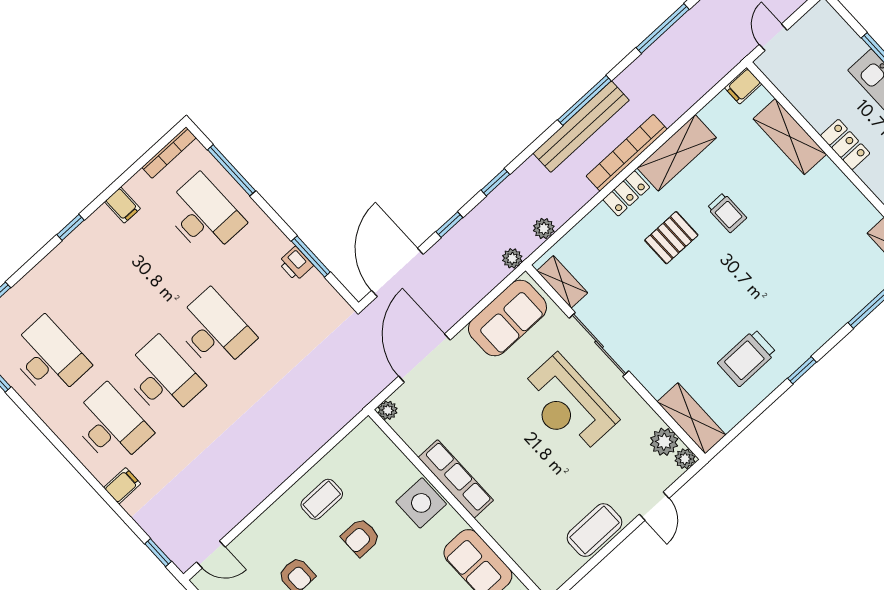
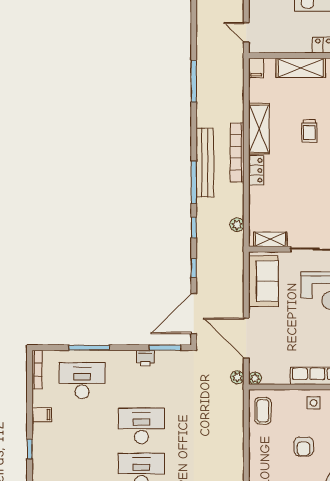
window: (584, 100) -> (194, 182), moved
window: (232, 170) -> (89, 348), moved
trolley: (727, 213) -> (309, 131), turned 90
pallet: (671, 238) -> (297, 168), removed
window: (311, 256) -> (165, 348), moved
plant: (512, 258) -> (237, 377), moved
door: (397, 272) -> (194, 313), hinge flipped
coffee table: (322, 499) -> (263, 411), moved
side table: (421, 503) -> (314, 403), width x0.54, depth x0.54

